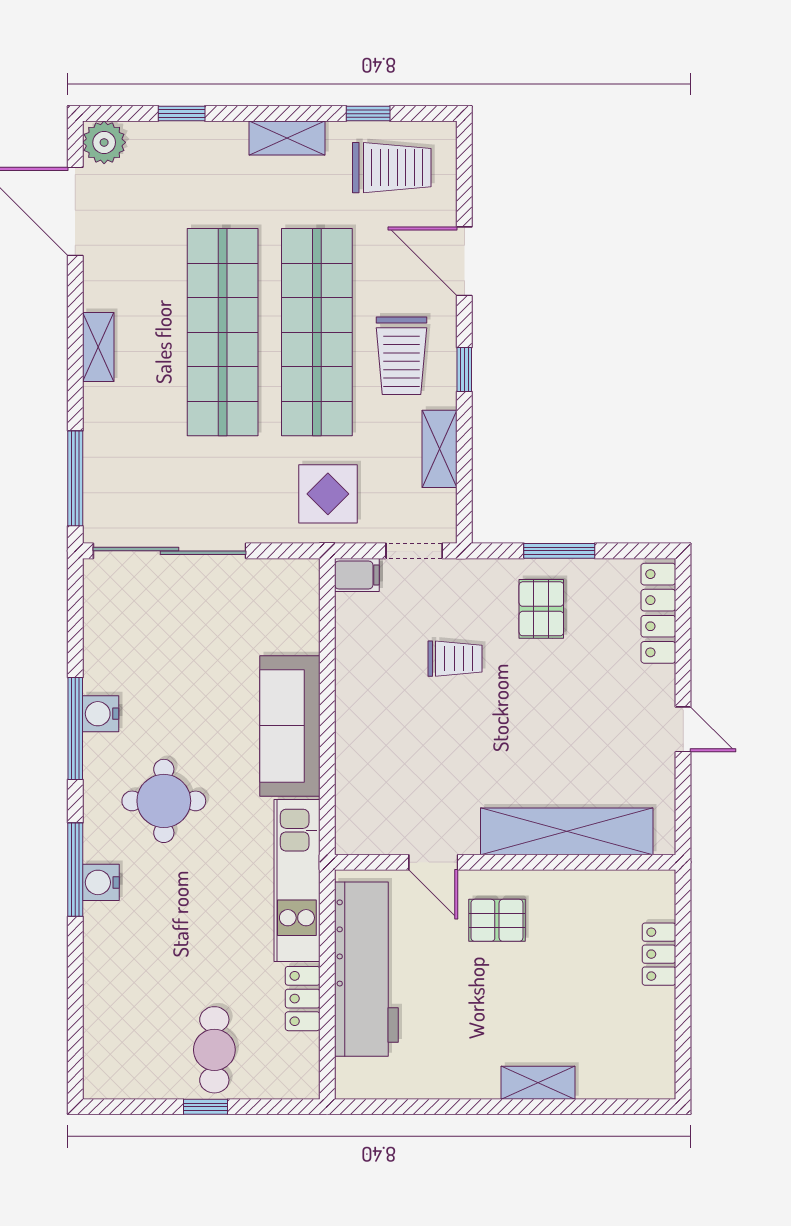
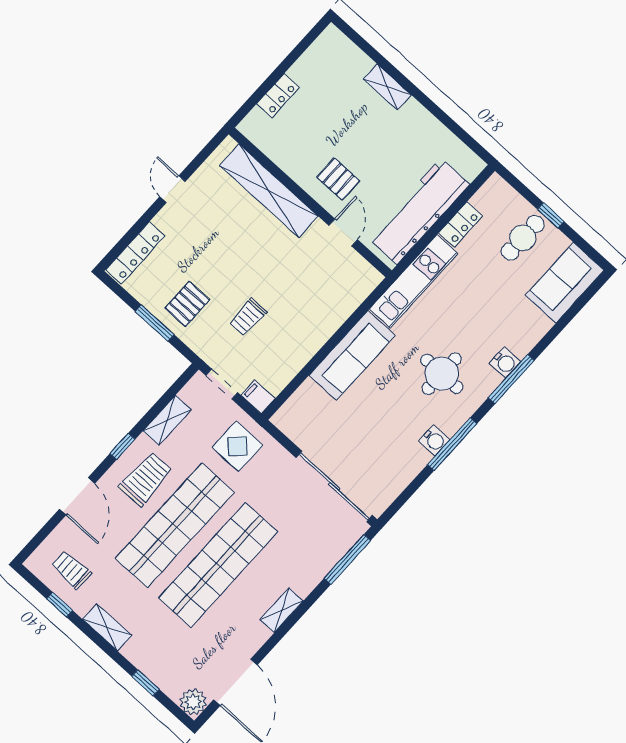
trolley: (392, 168) -> (71, 570), width x0.73, depth x0.72
trolley: (455, 659) -> (248, 317), turned -90
sofa: (116, 1042) -> (565, 283), added

